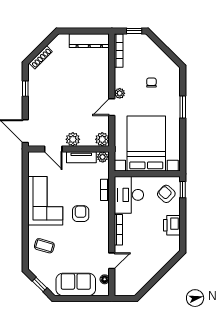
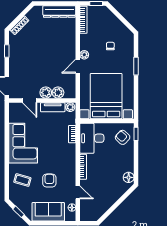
plant: (102, 139) -> (58, 93), moved
armchair: (81, 214) -> (49, 181), moved
printer: (172, 225) -> (127, 163), removed
floor lamp: (174, 243) -> (129, 177), added
door: (112, 261) -> (78, 192), hinge flipped

